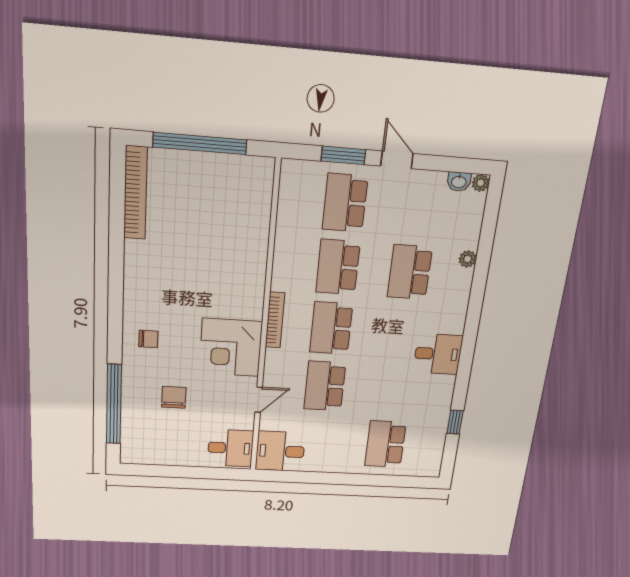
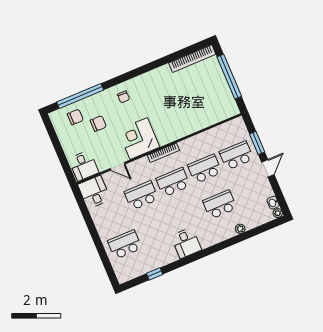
chair: (145, 426) -> (75, 117), added

